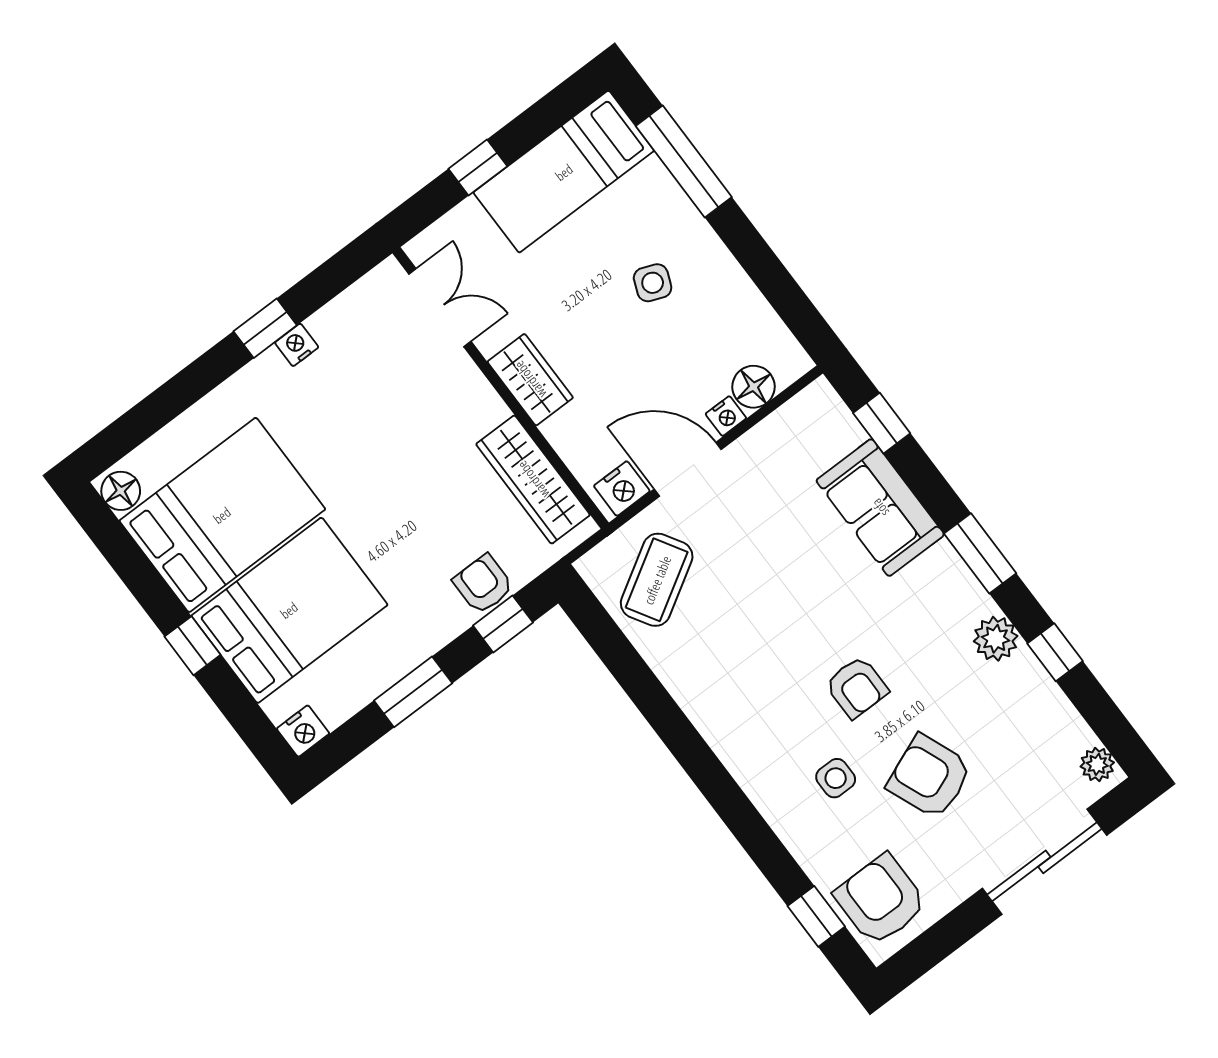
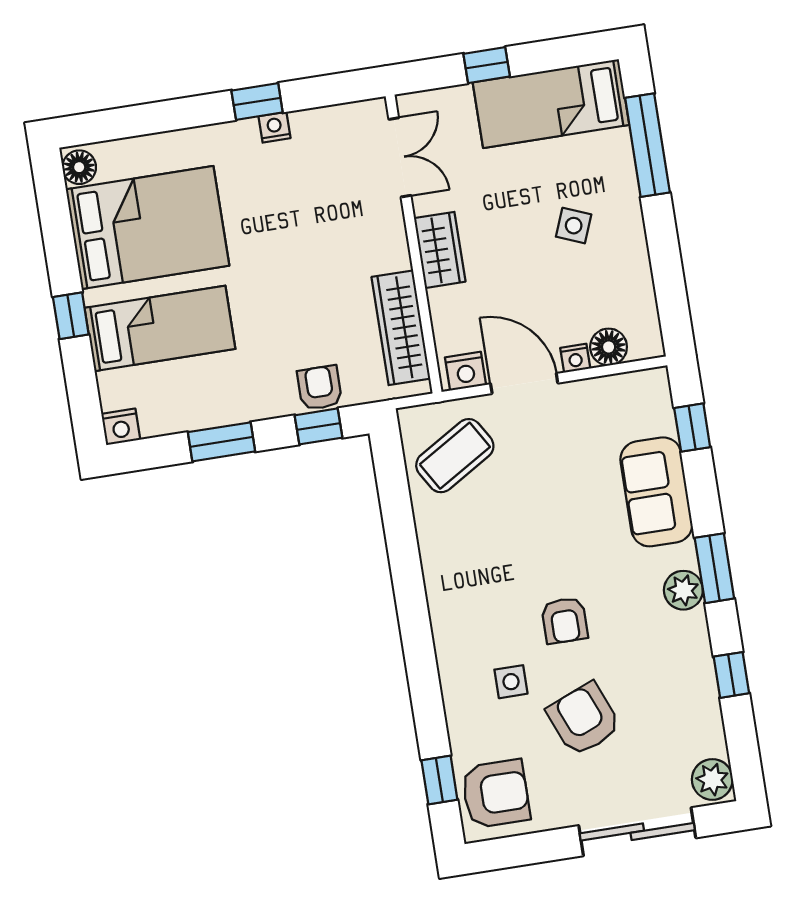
bed: (289, 610) -> (160, 328), width x0.67
plant: (996, 639) -> (683, 590), moved
plant: (1097, 764) -> (712, 779), width x1.38, depth x1.38
armchair: (881, 900) -> (496, 794), turned 90

